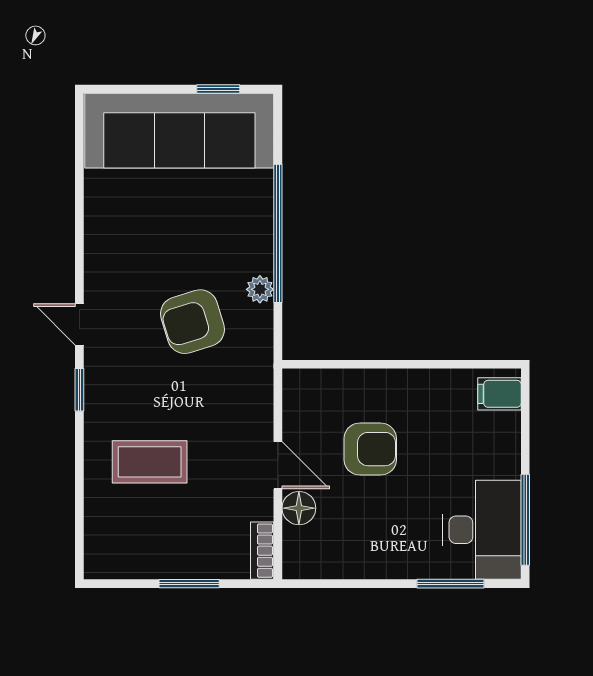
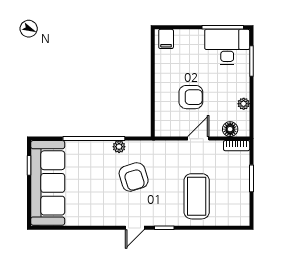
armchair: (370, 449) -> (191, 97), turned 90
coffee table: (150, 462) -> (197, 196), width x1.36, depth x1.32
floor lamp: (299, 508) -> (230, 129), moved
plant: (355, 566) -> (244, 104), added

